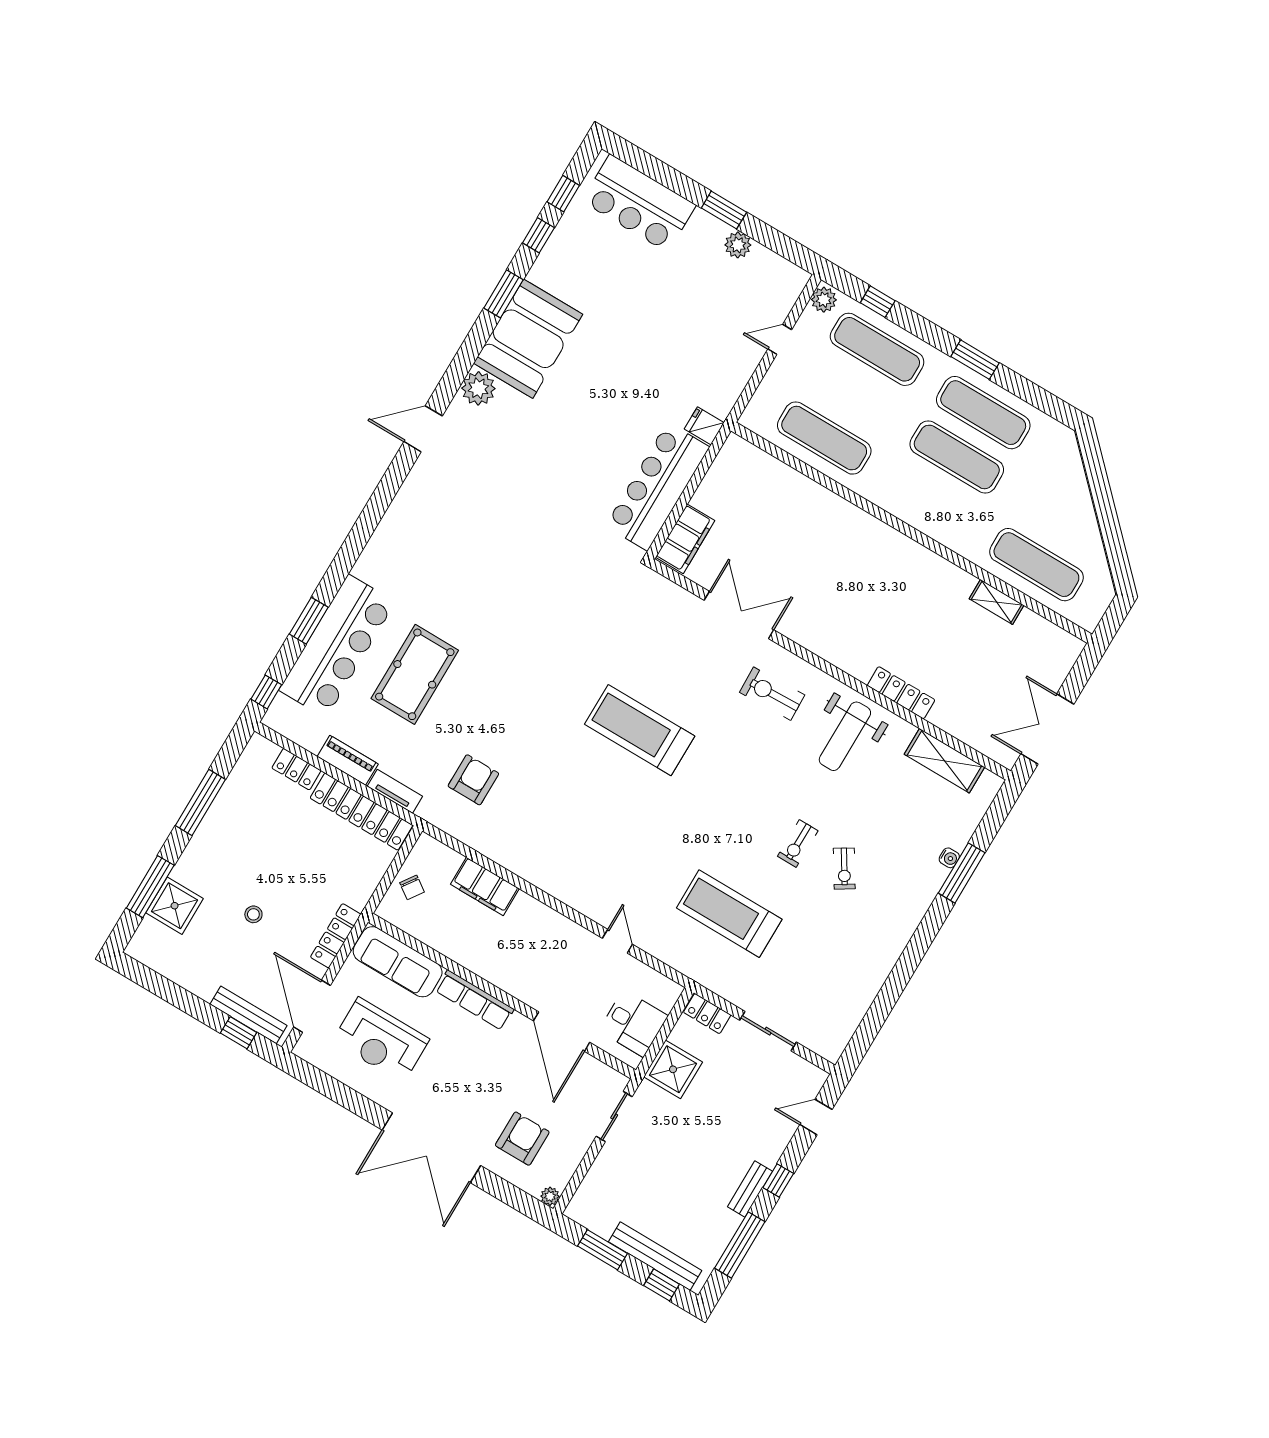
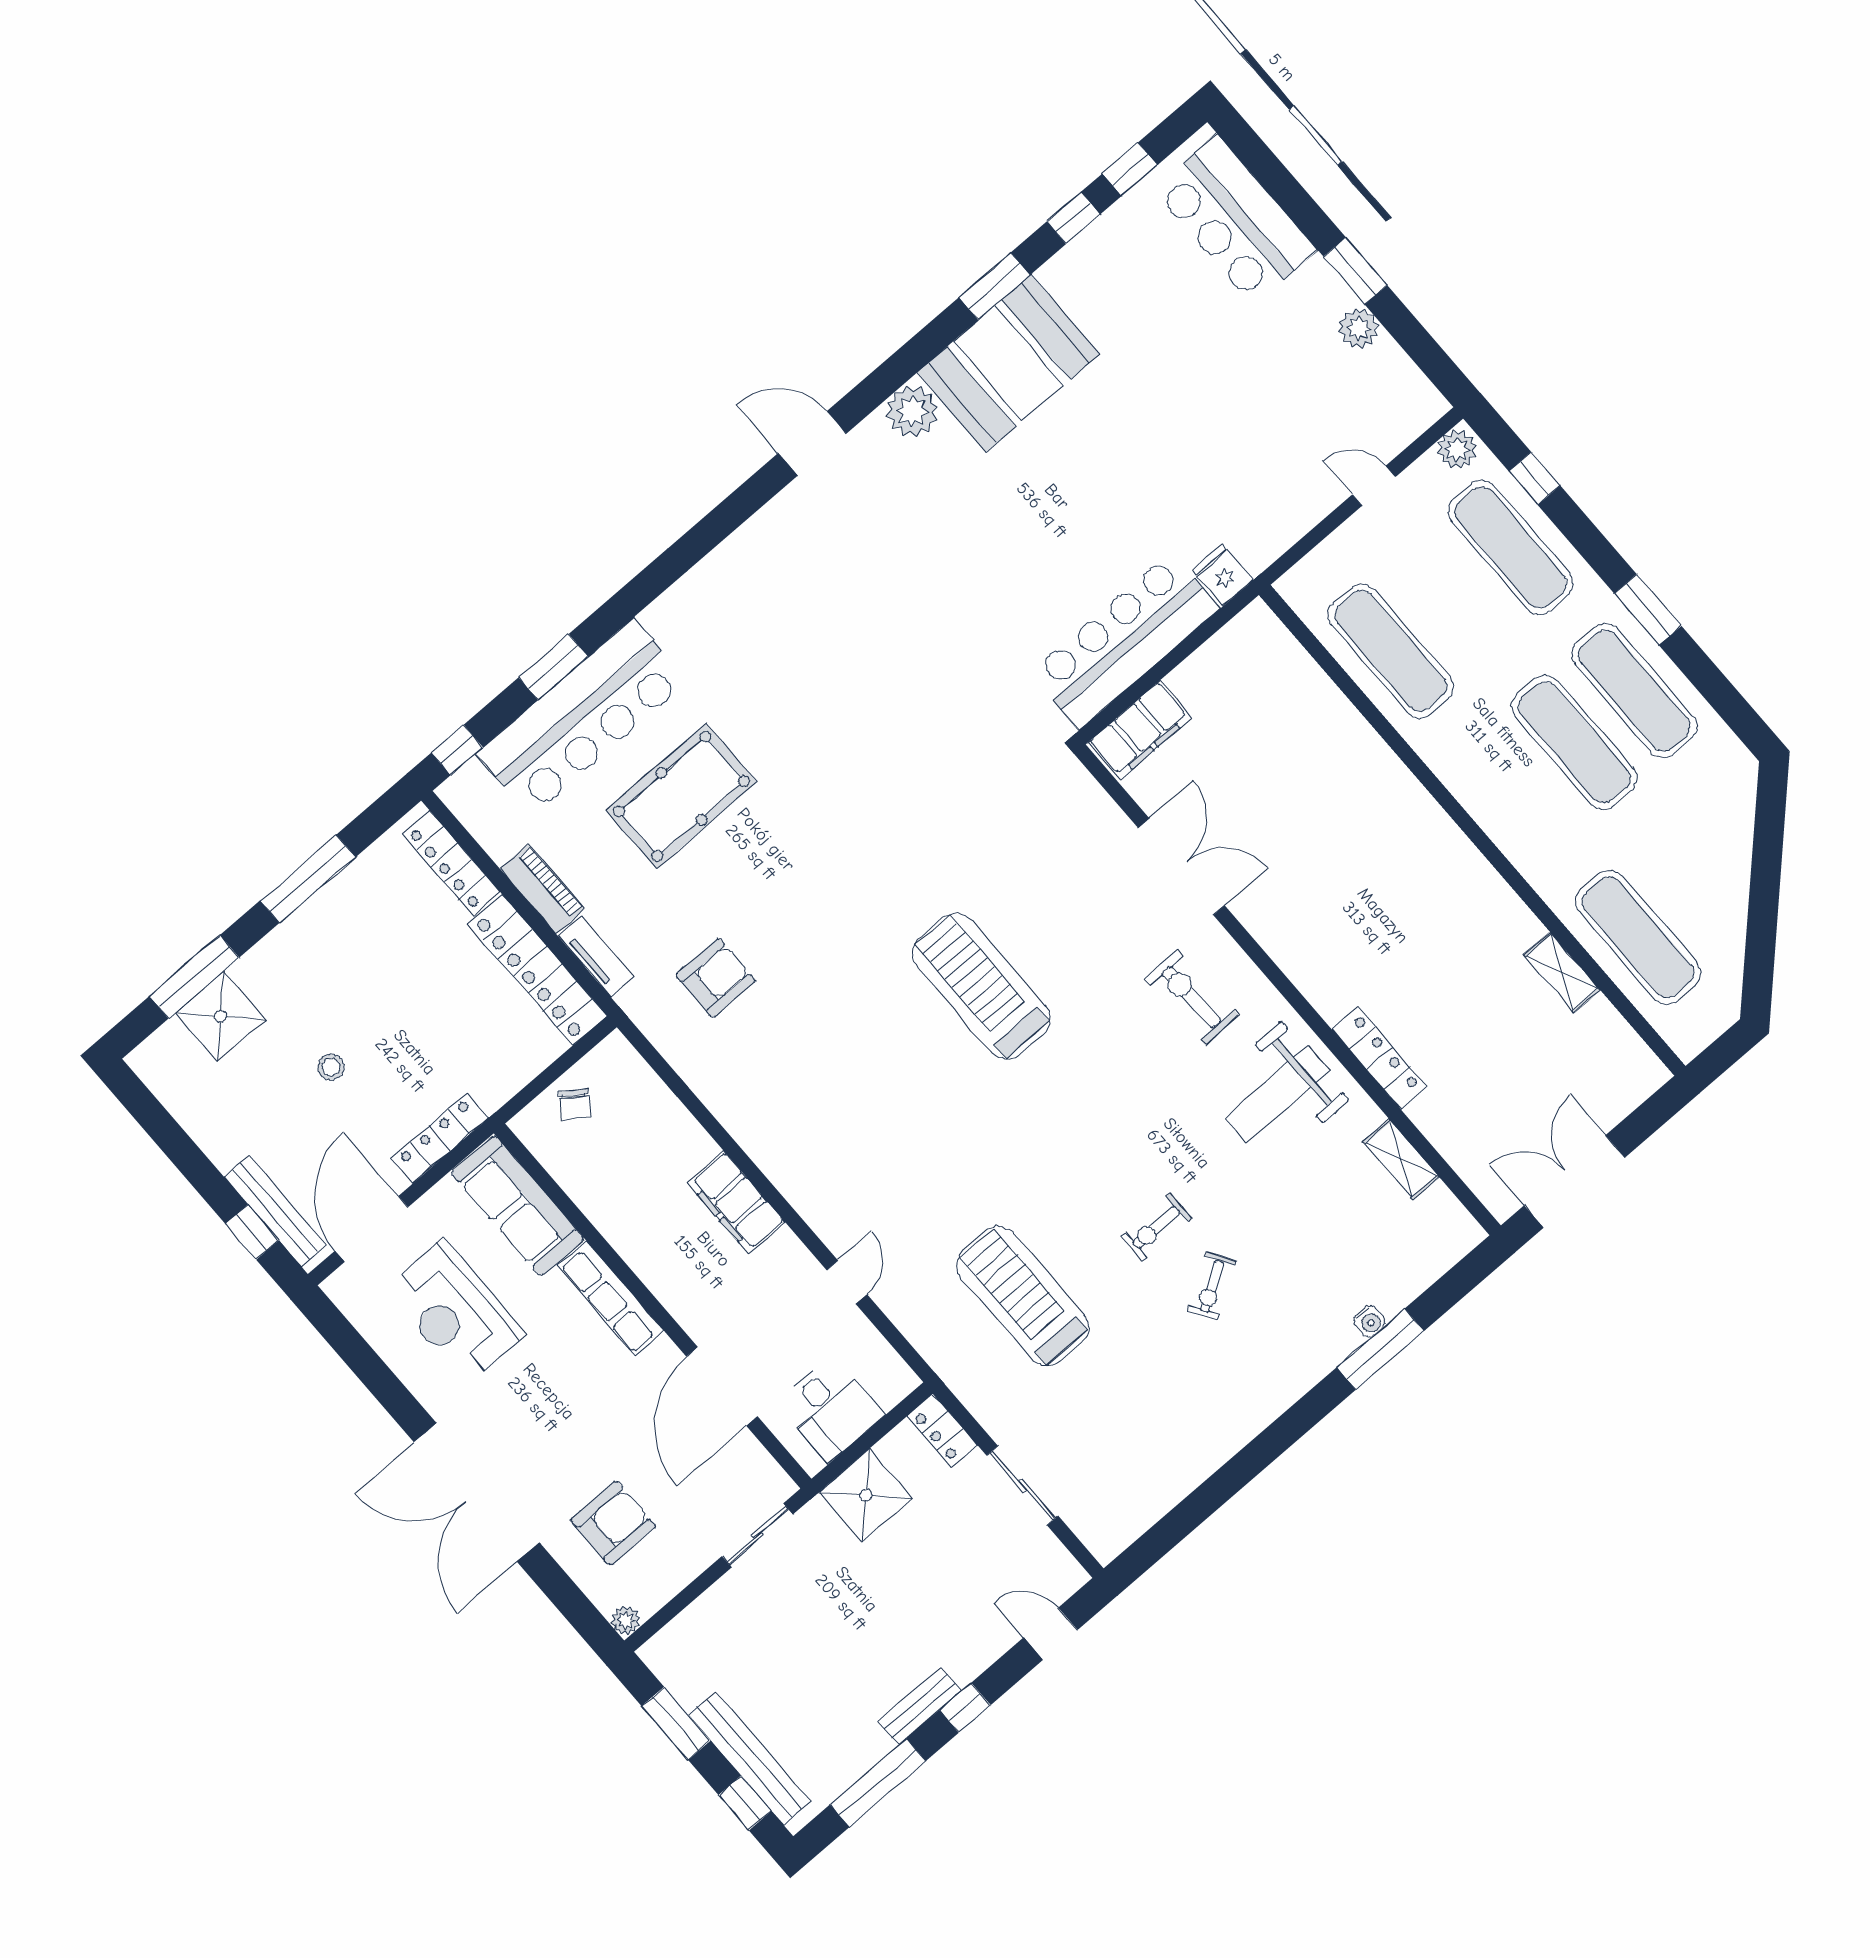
shelving: (944, 761) -> (1401, 1159), width x0.67, depth x0.75
locker: (296, 769) -> (451, 863), width x1.53
filing cabinet: (485, 886) -> (736, 1202), moved

